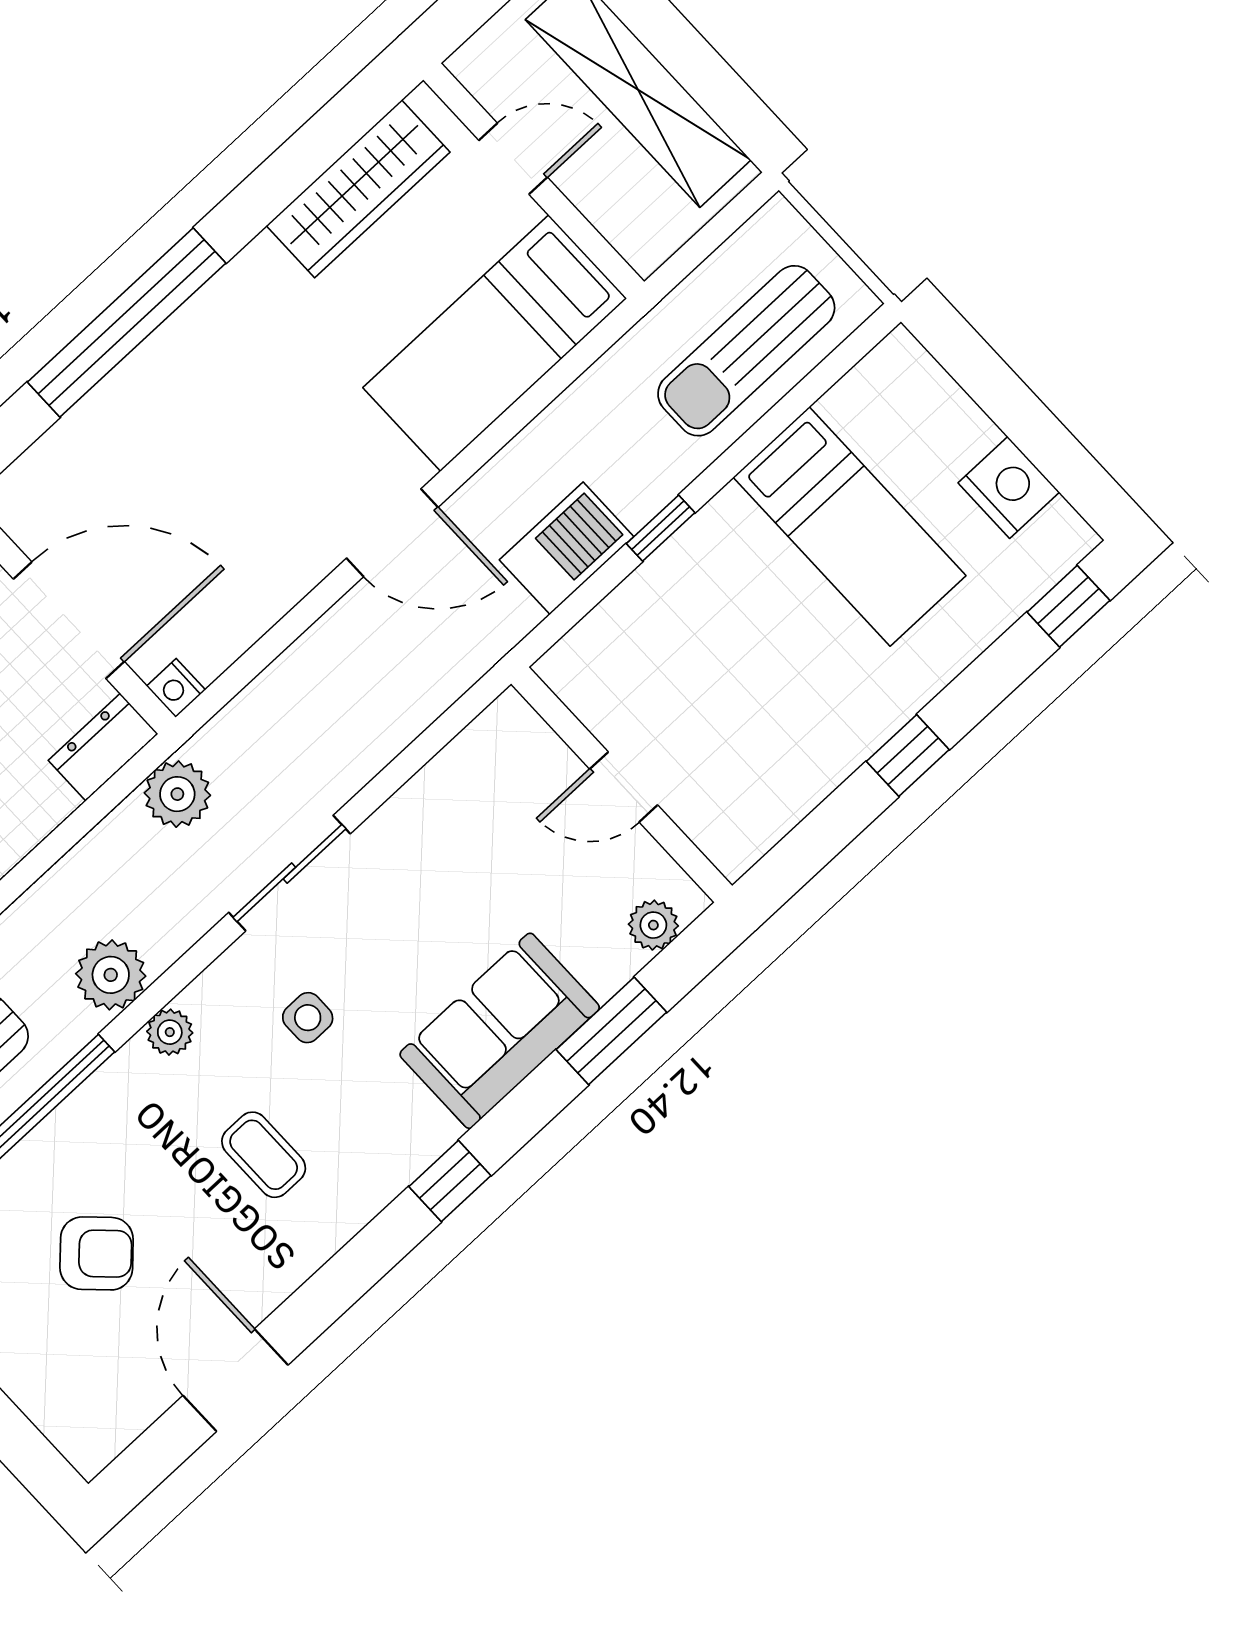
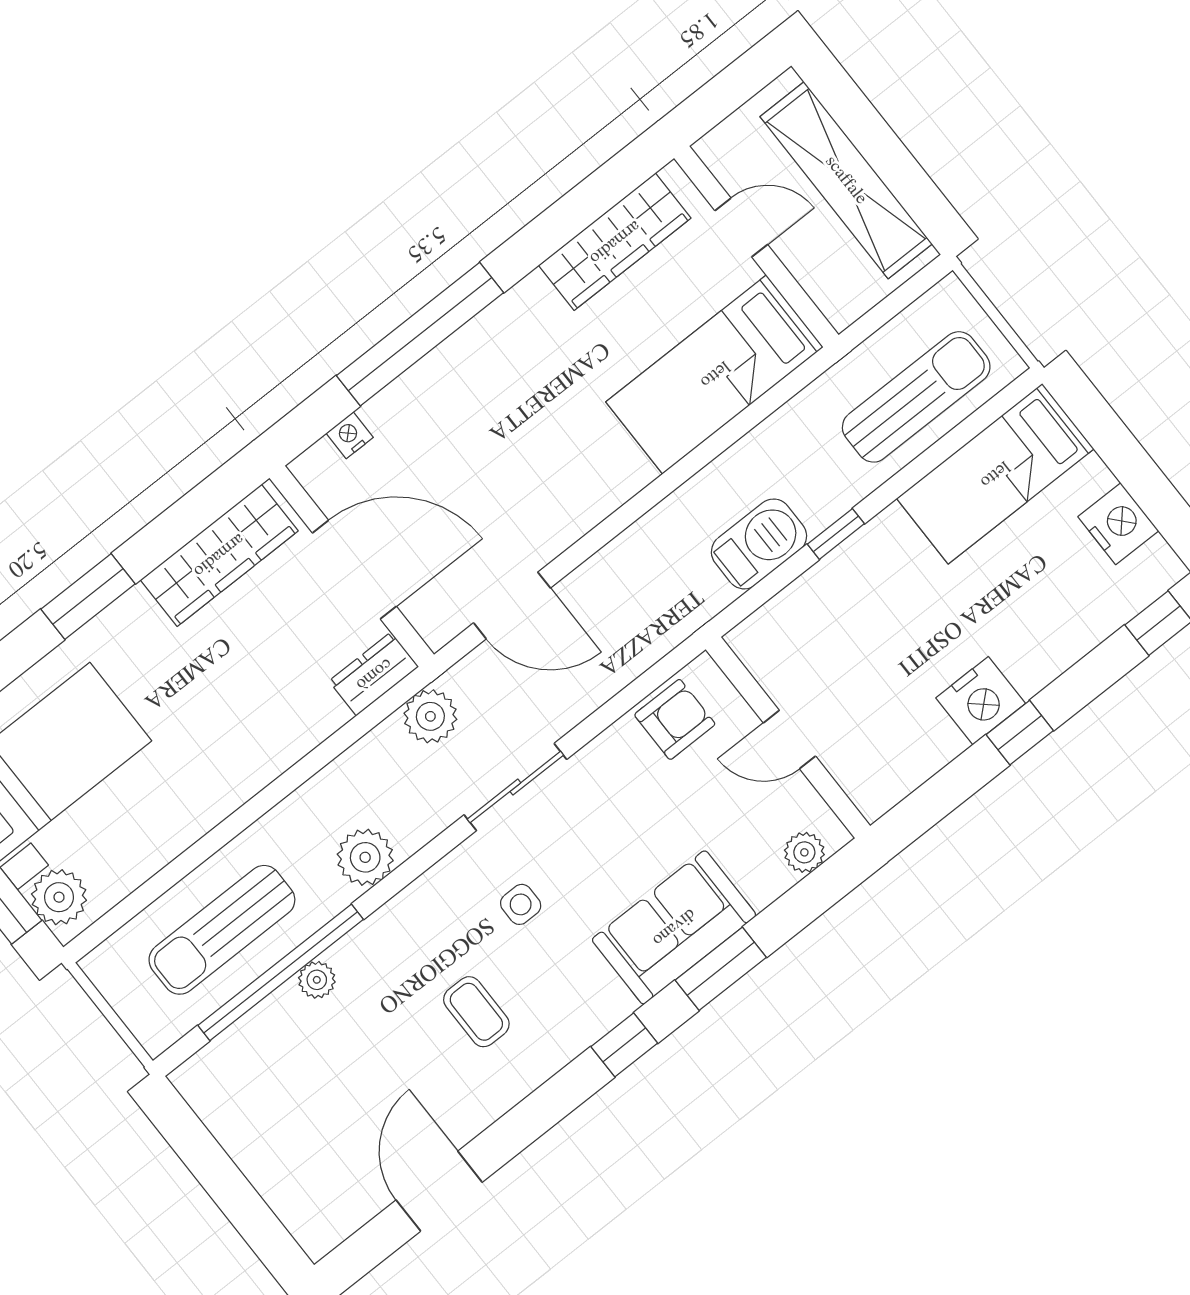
sun lounger: (746, 351) -> (916, 397), turned 180
bed: (850, 526) -> (995, 474), moved, turned 90
door: (392, 533) -> (512, 605), moved
nightstand: (176, 688) -> (350, 435), moved, turned 90
nightstand: (856, 720) -> (981, 701), added
window: (611, 1031) -> (721, 969), moved
plant: (170, 1032) -> (317, 980), moved
armchair: (97, 1253) -> (675, 719), moved, turned -44

